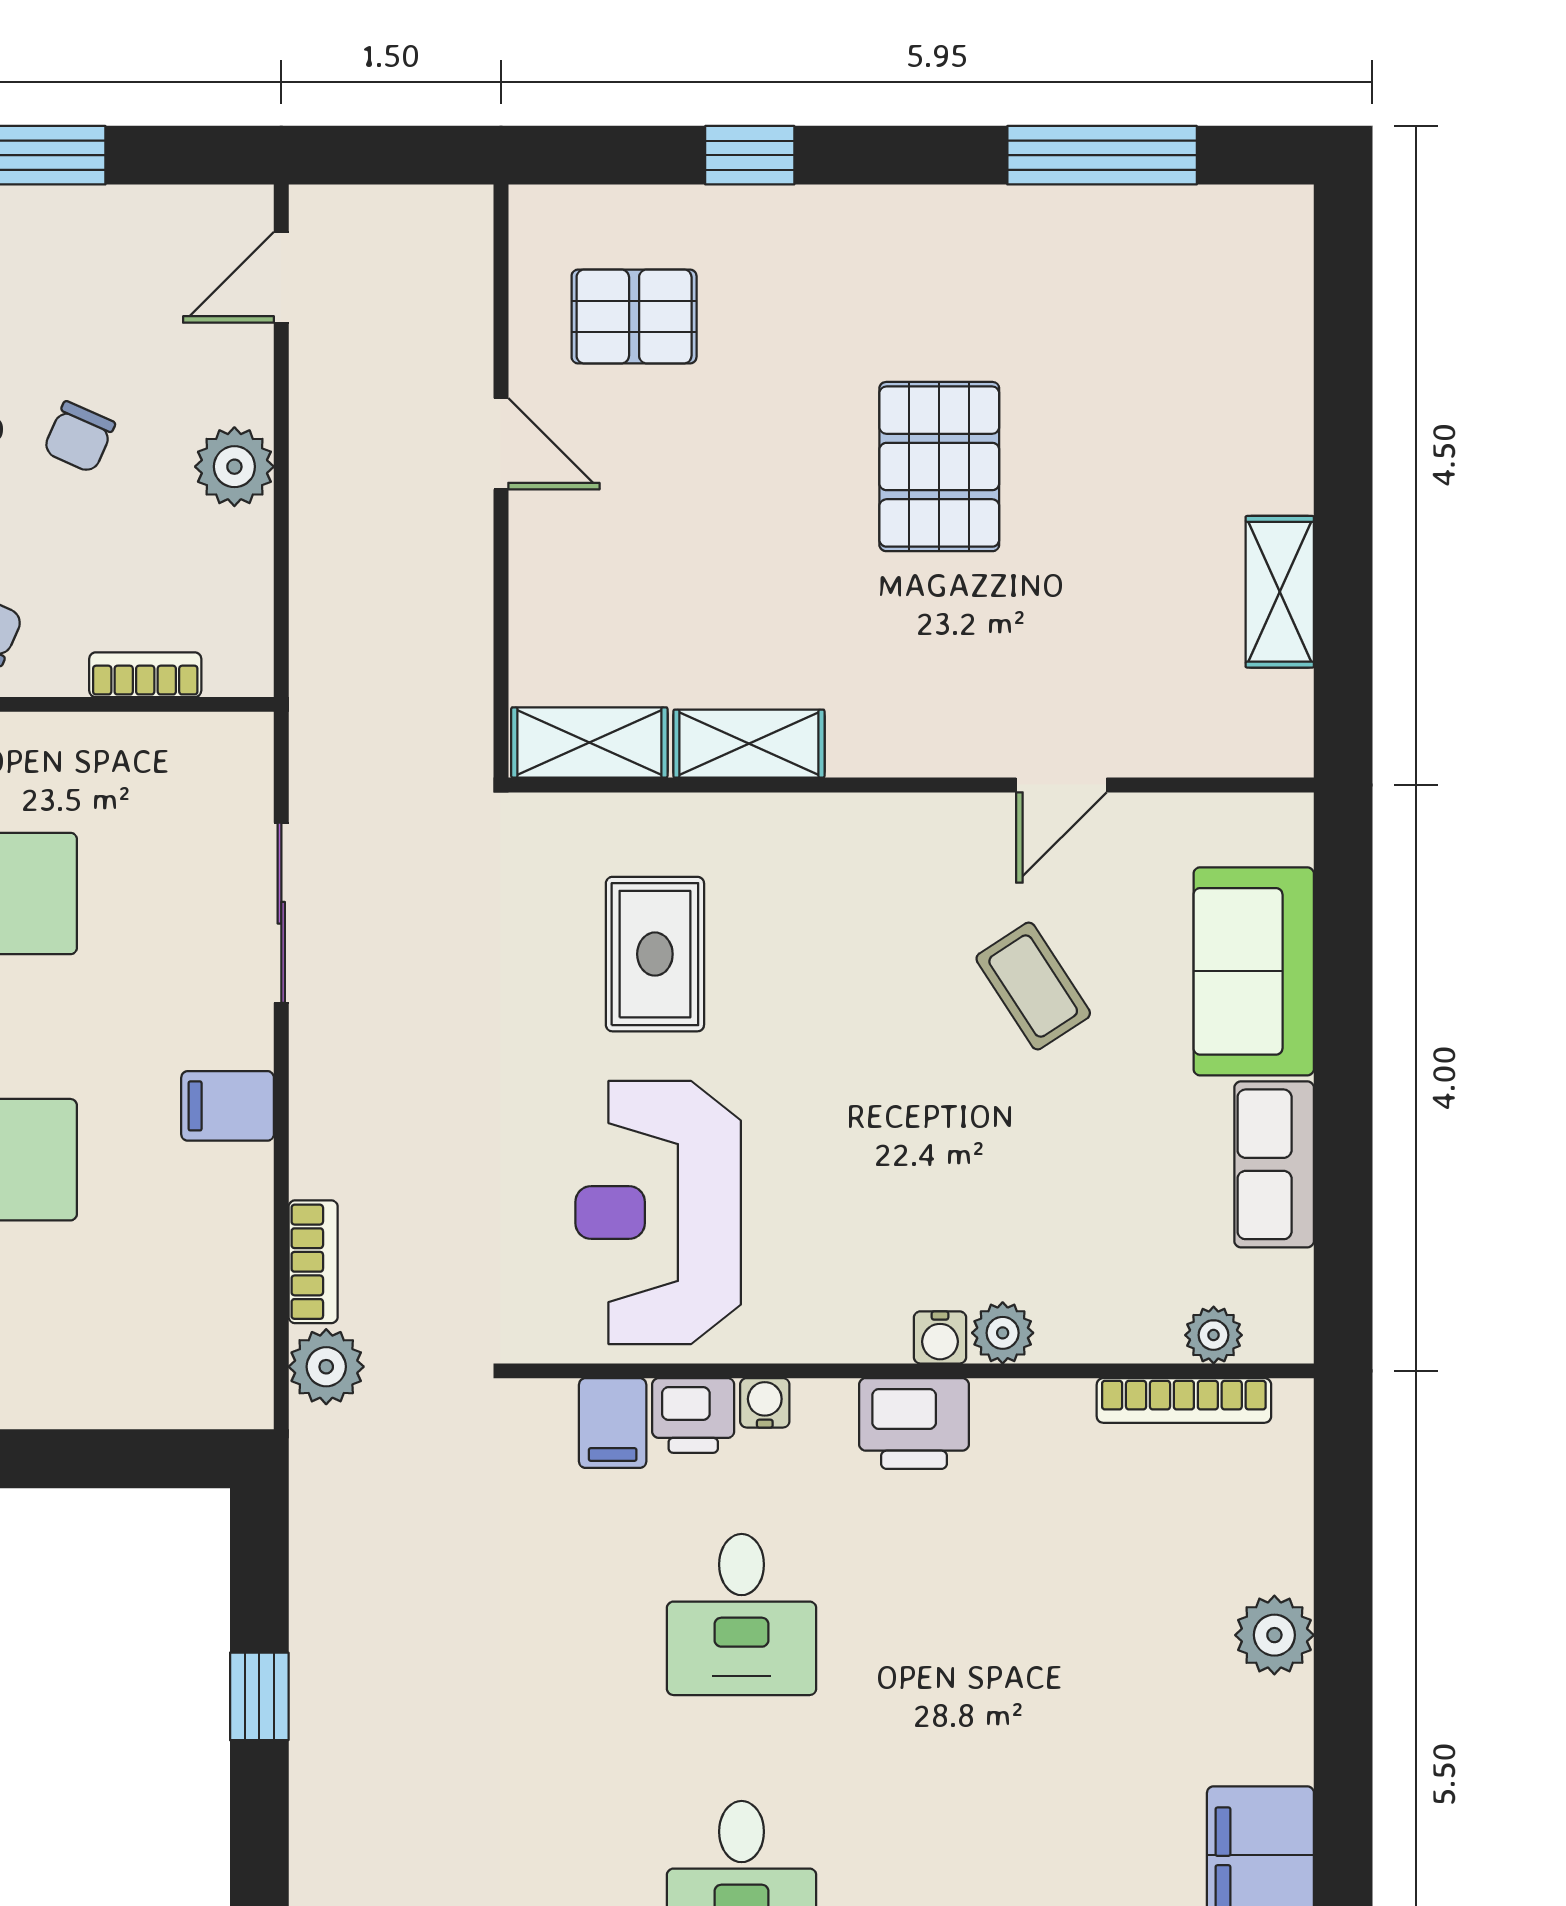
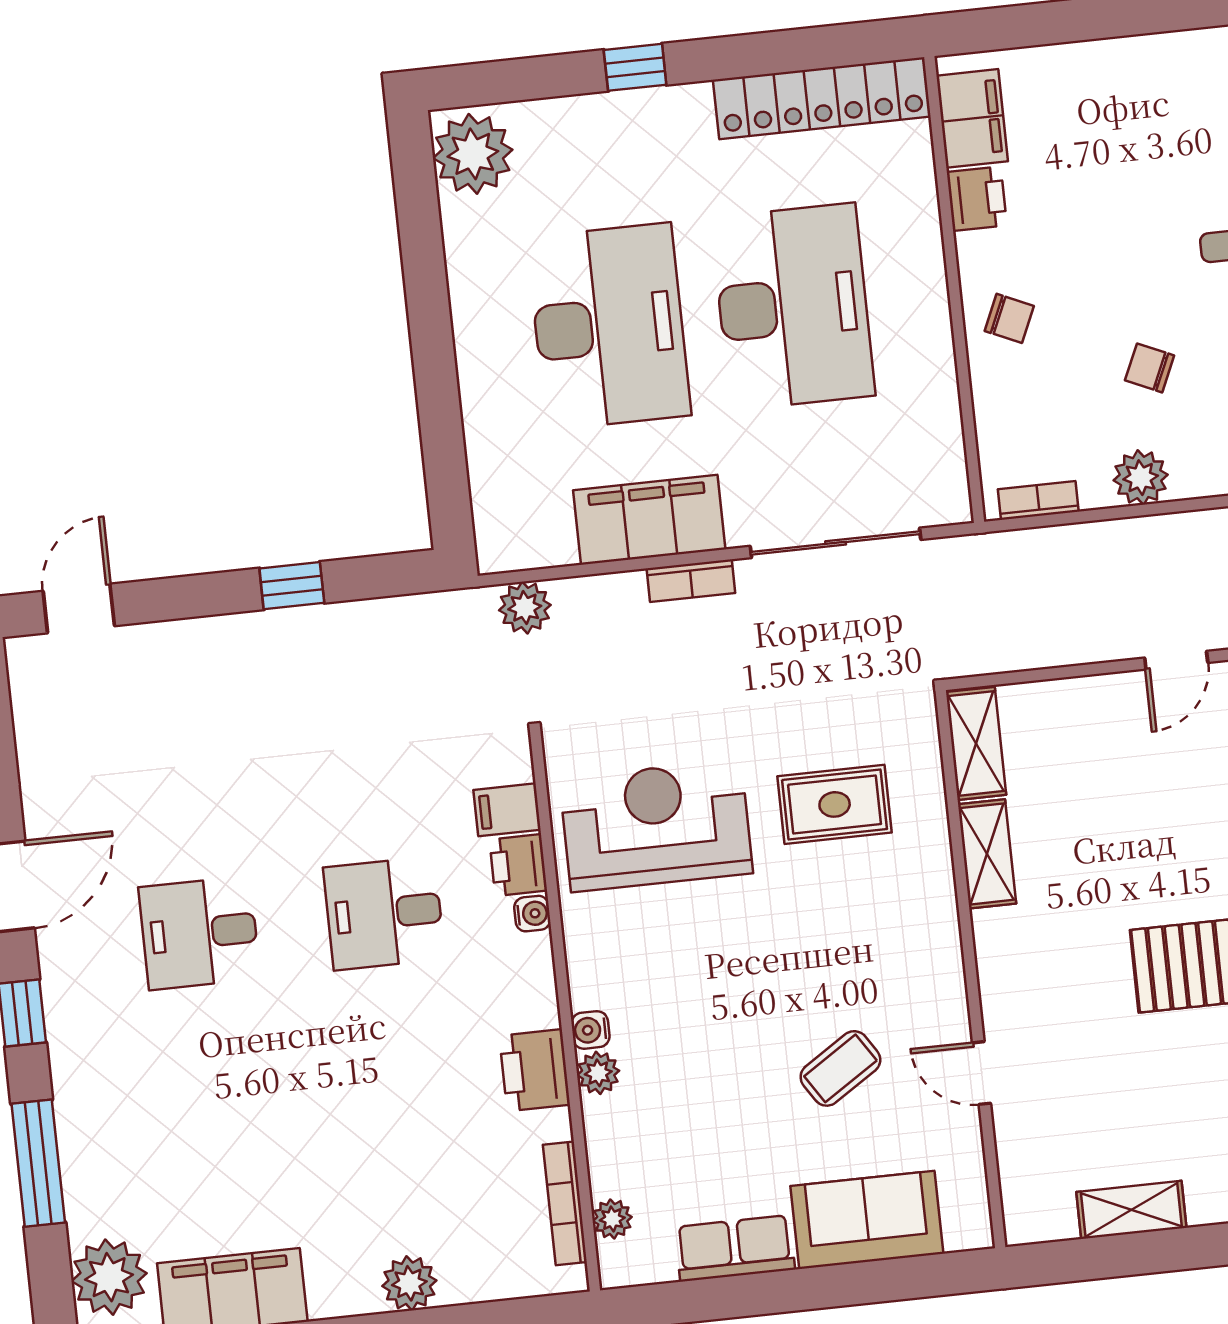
bookcase: (145, 675) -> (1038, 500), moved, turned -90
sliding door: (281, 913) -> (836, 543), width x1.37
filing cabinet: (228, 1106) -> (649, 520), width x3.00, depth x1.17
bookcase: (313, 1262) -> (691, 581), moved
printer: (914, 1423) -> (535, 1070), moved

